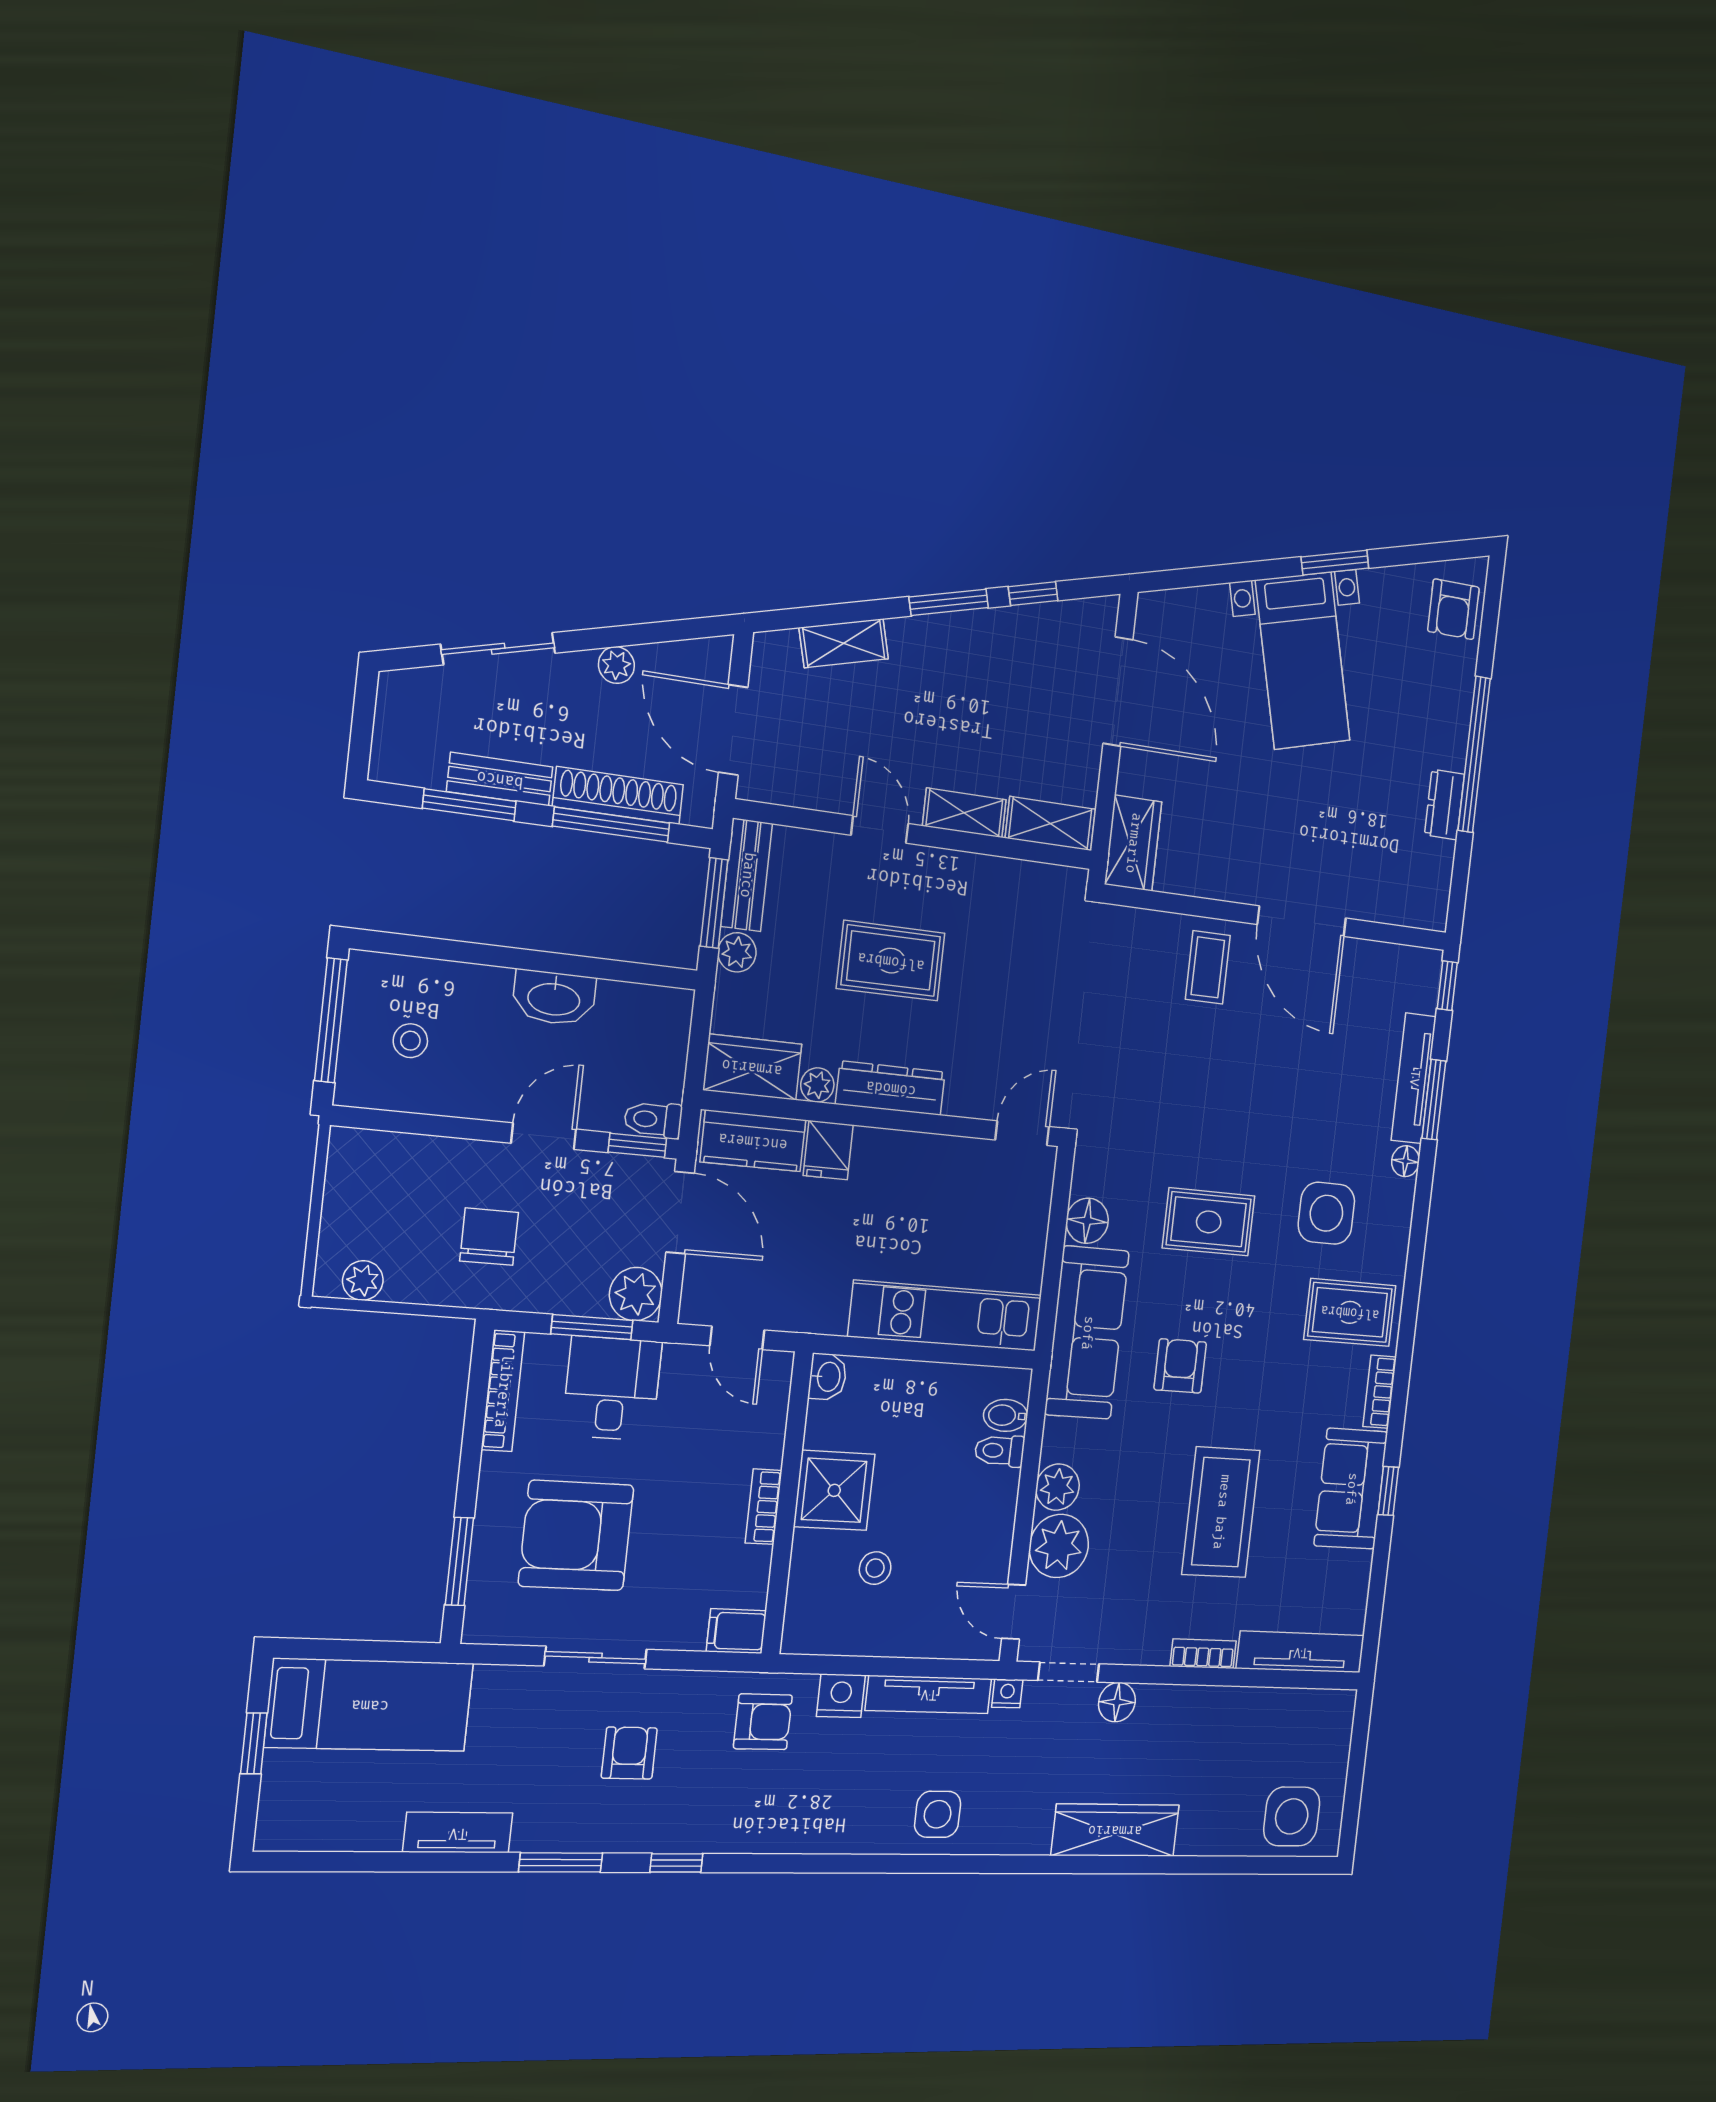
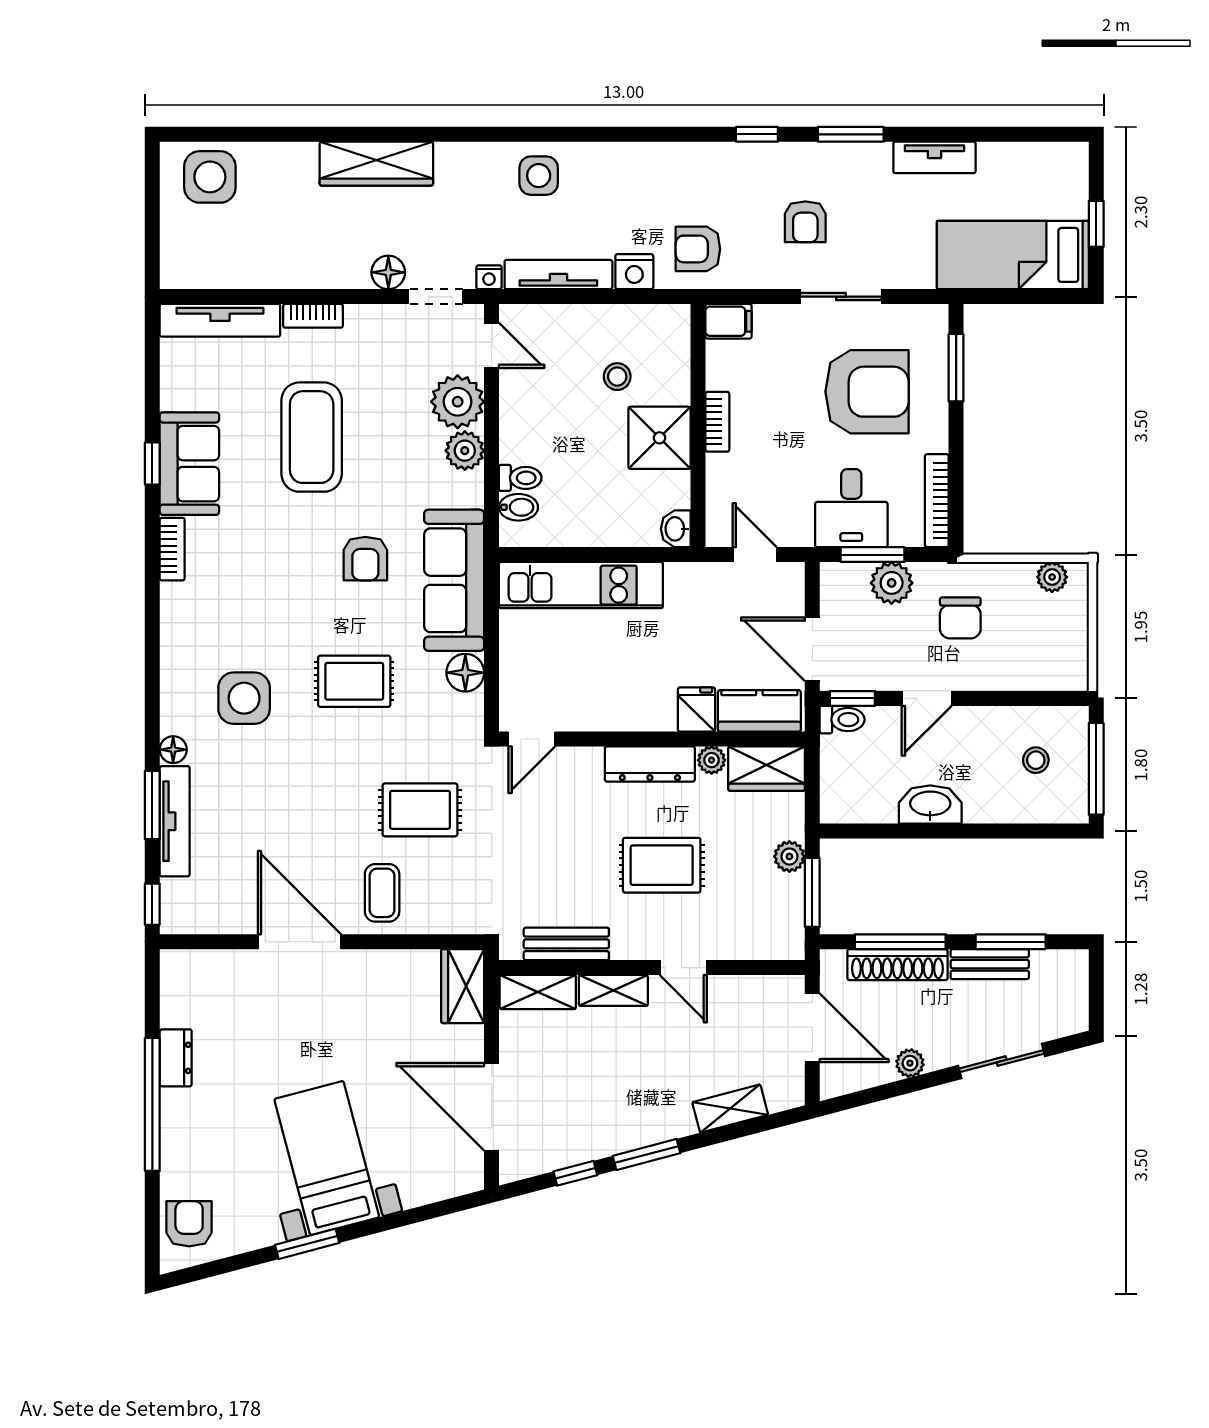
bench: (747, 875) -> (566, 944), moved, turned 90
plant: (636, 1294) -> (892, 583), moved
rug: (1350, 1312) -> (420, 810), moved

